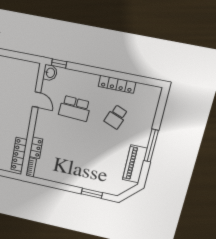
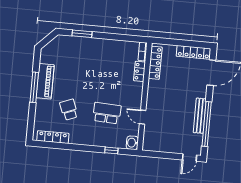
window: (59, 64) -> (111, 150), moved
locker: (117, 84) -> (53, 137), moved
school desk: (116, 117) -> (69, 110), turned -42
piano: (135, 164) -> (45, 81), moved

